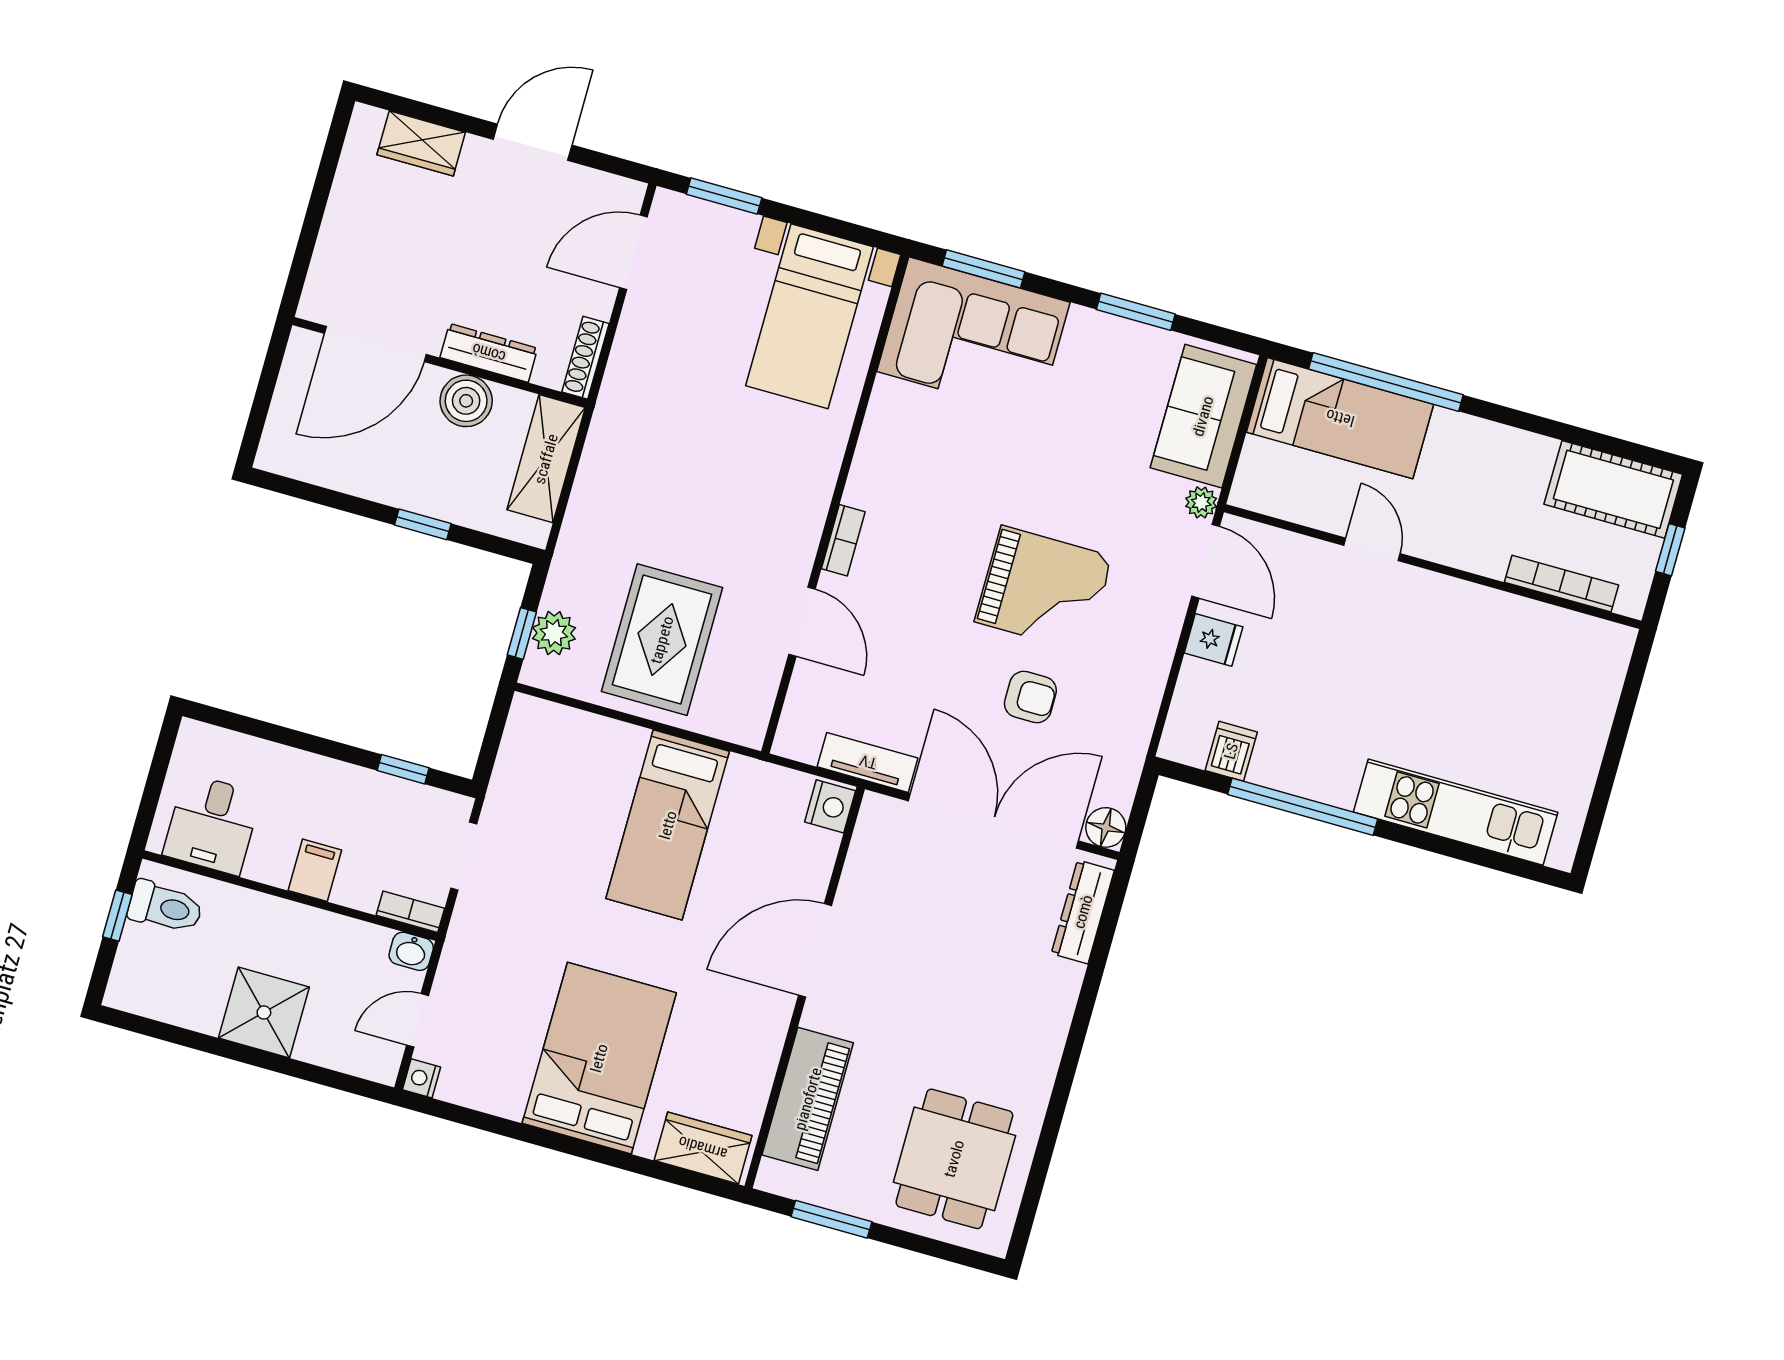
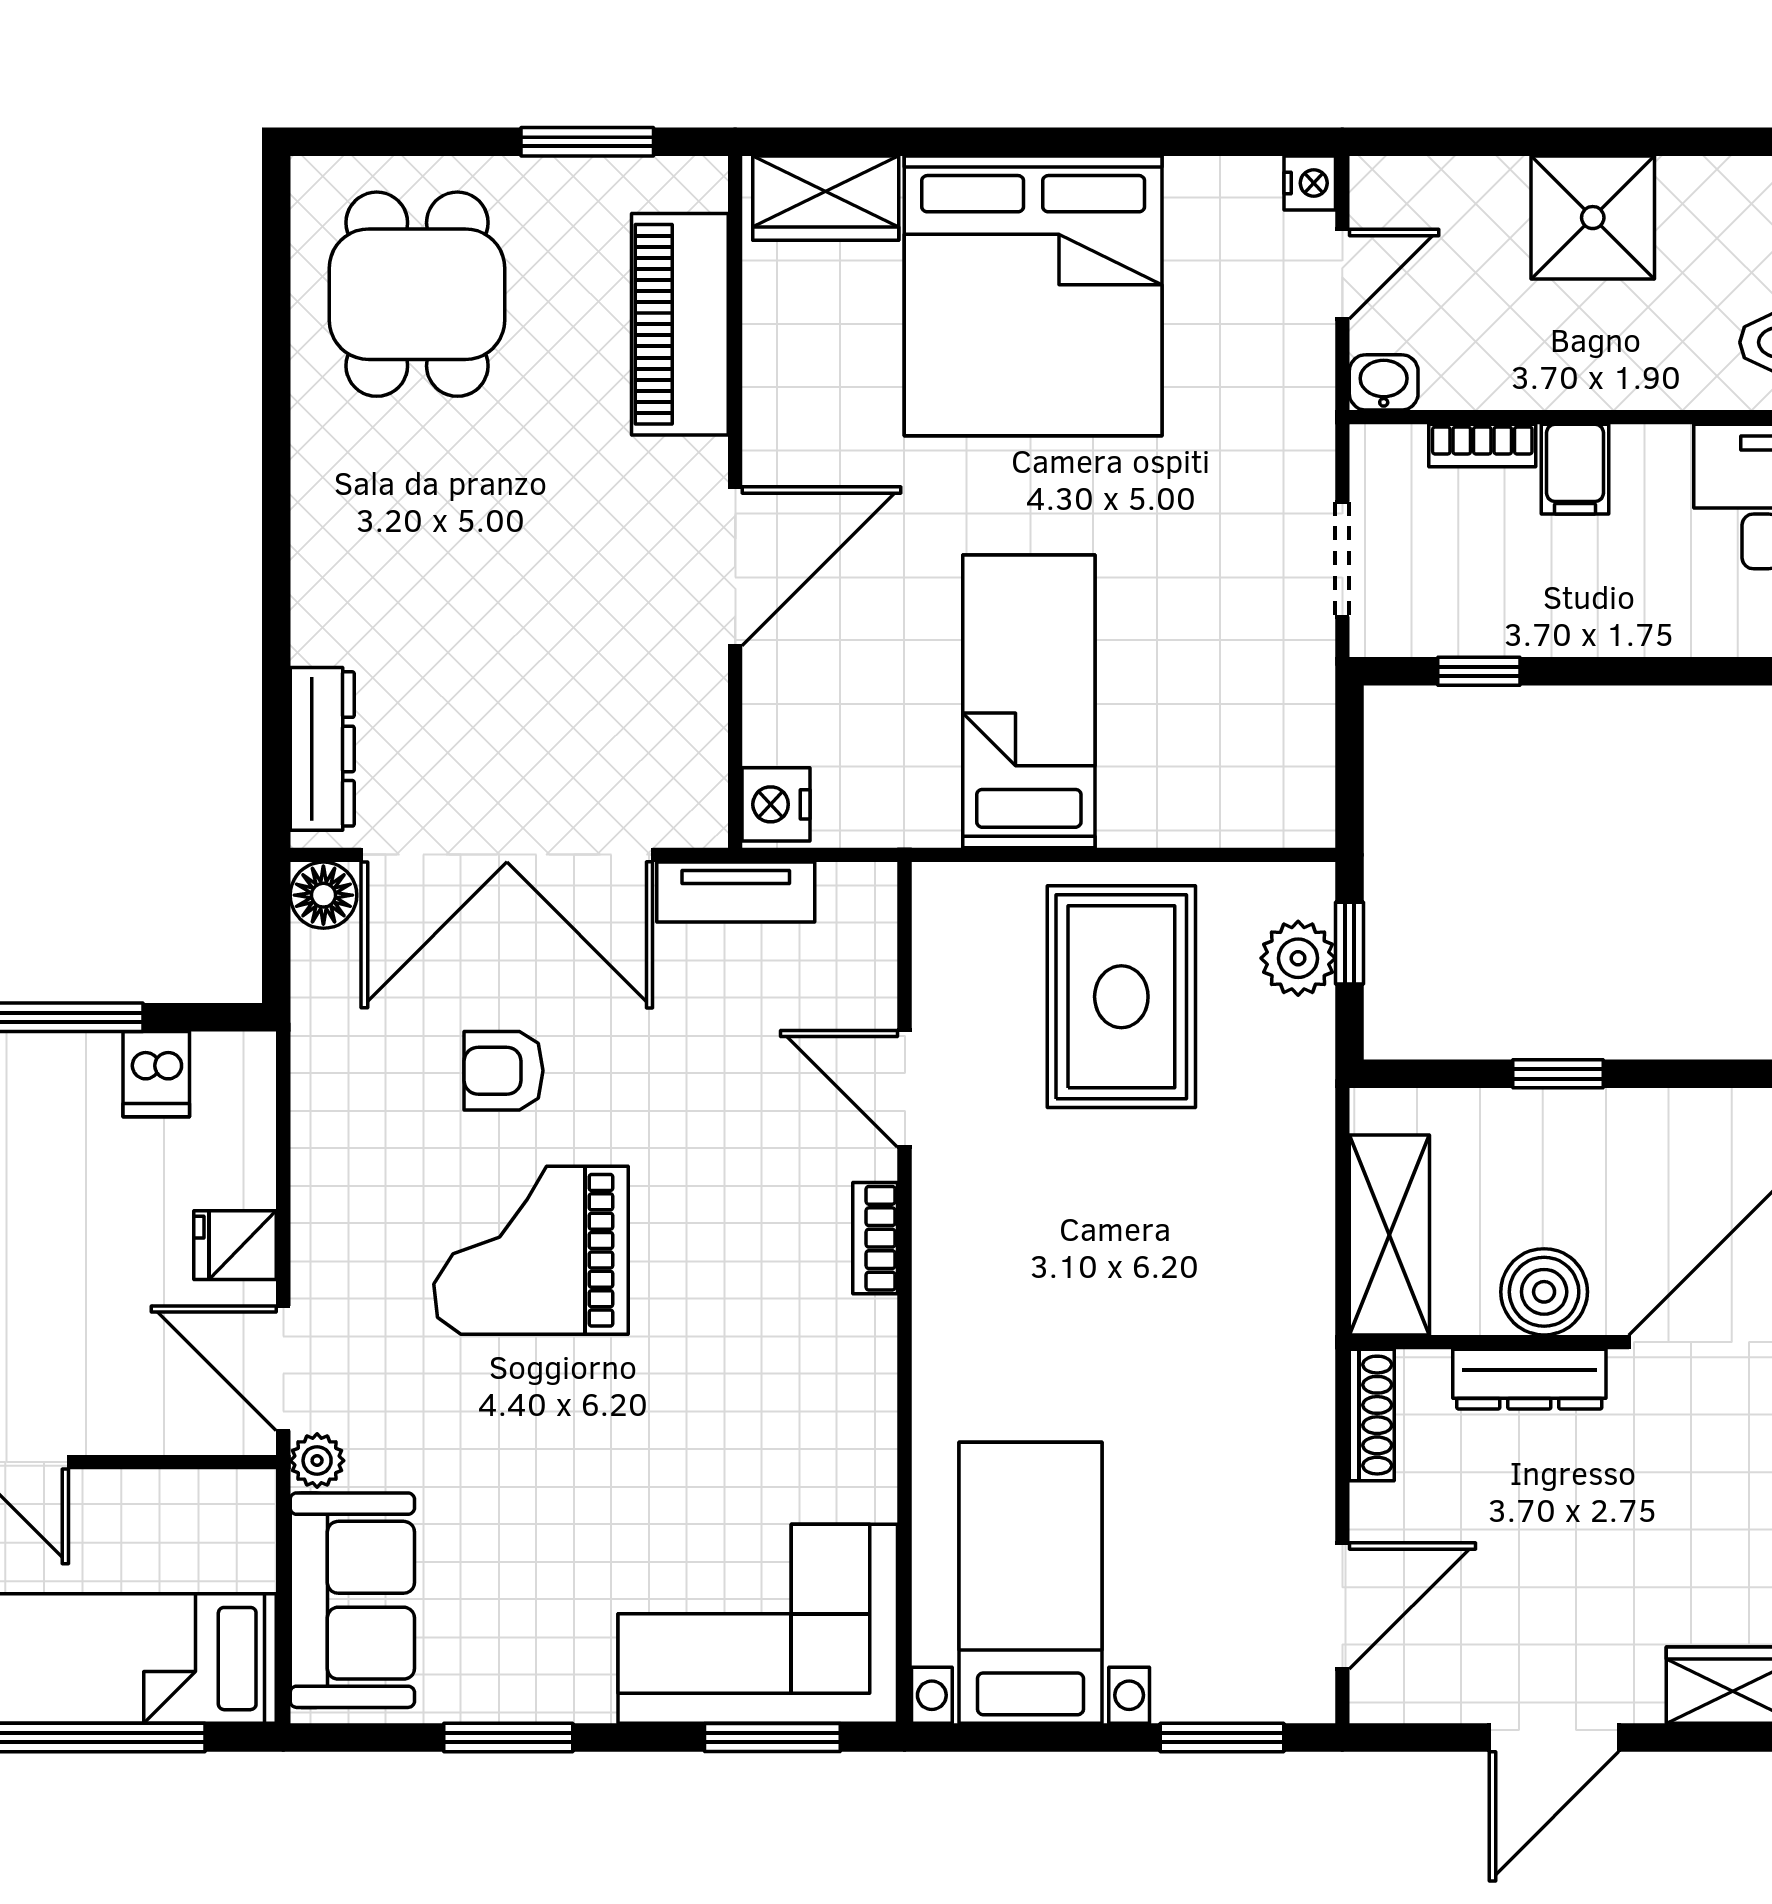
bookcase: (410, 912) -> (1482, 446), moved
bed: (599, 1058) -> (1033, 296), width x1.36

